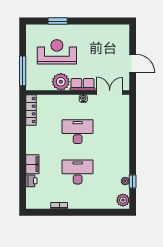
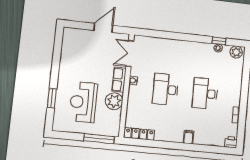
filing cabinet: (32, 164) -> (189, 137), width x0.50
printer: (31, 181) -> (231, 142), moved

